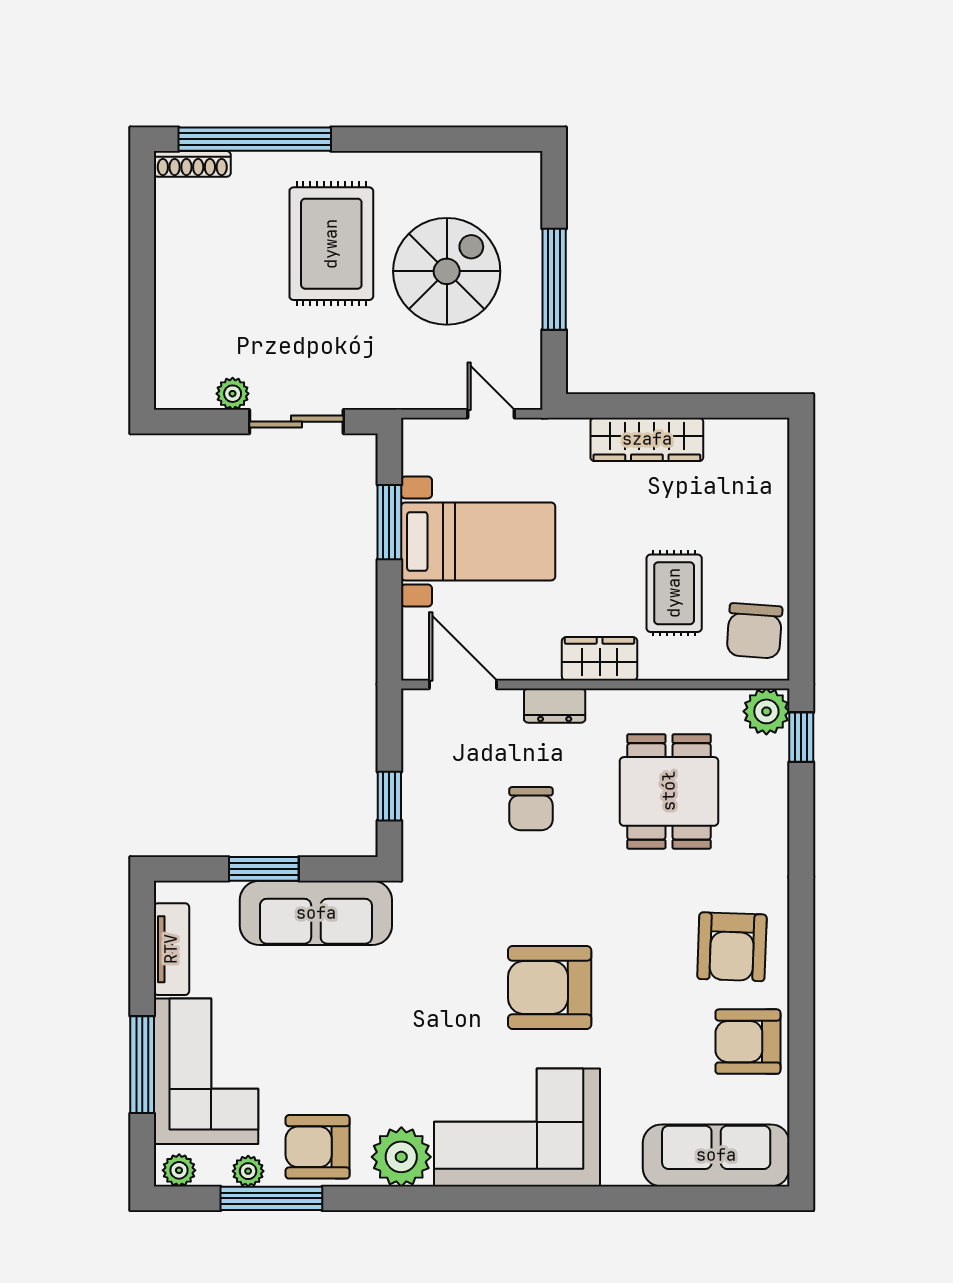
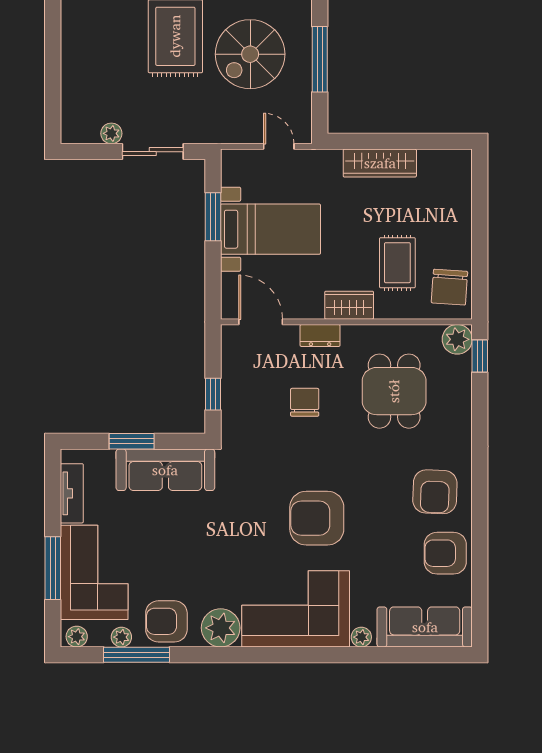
spiral stairs: (447, 271) -> (250, 54), turned 180
chair: (531, 809) -> (305, 402), turned 180
plant: (618, 1171) -> (361, 637), added

